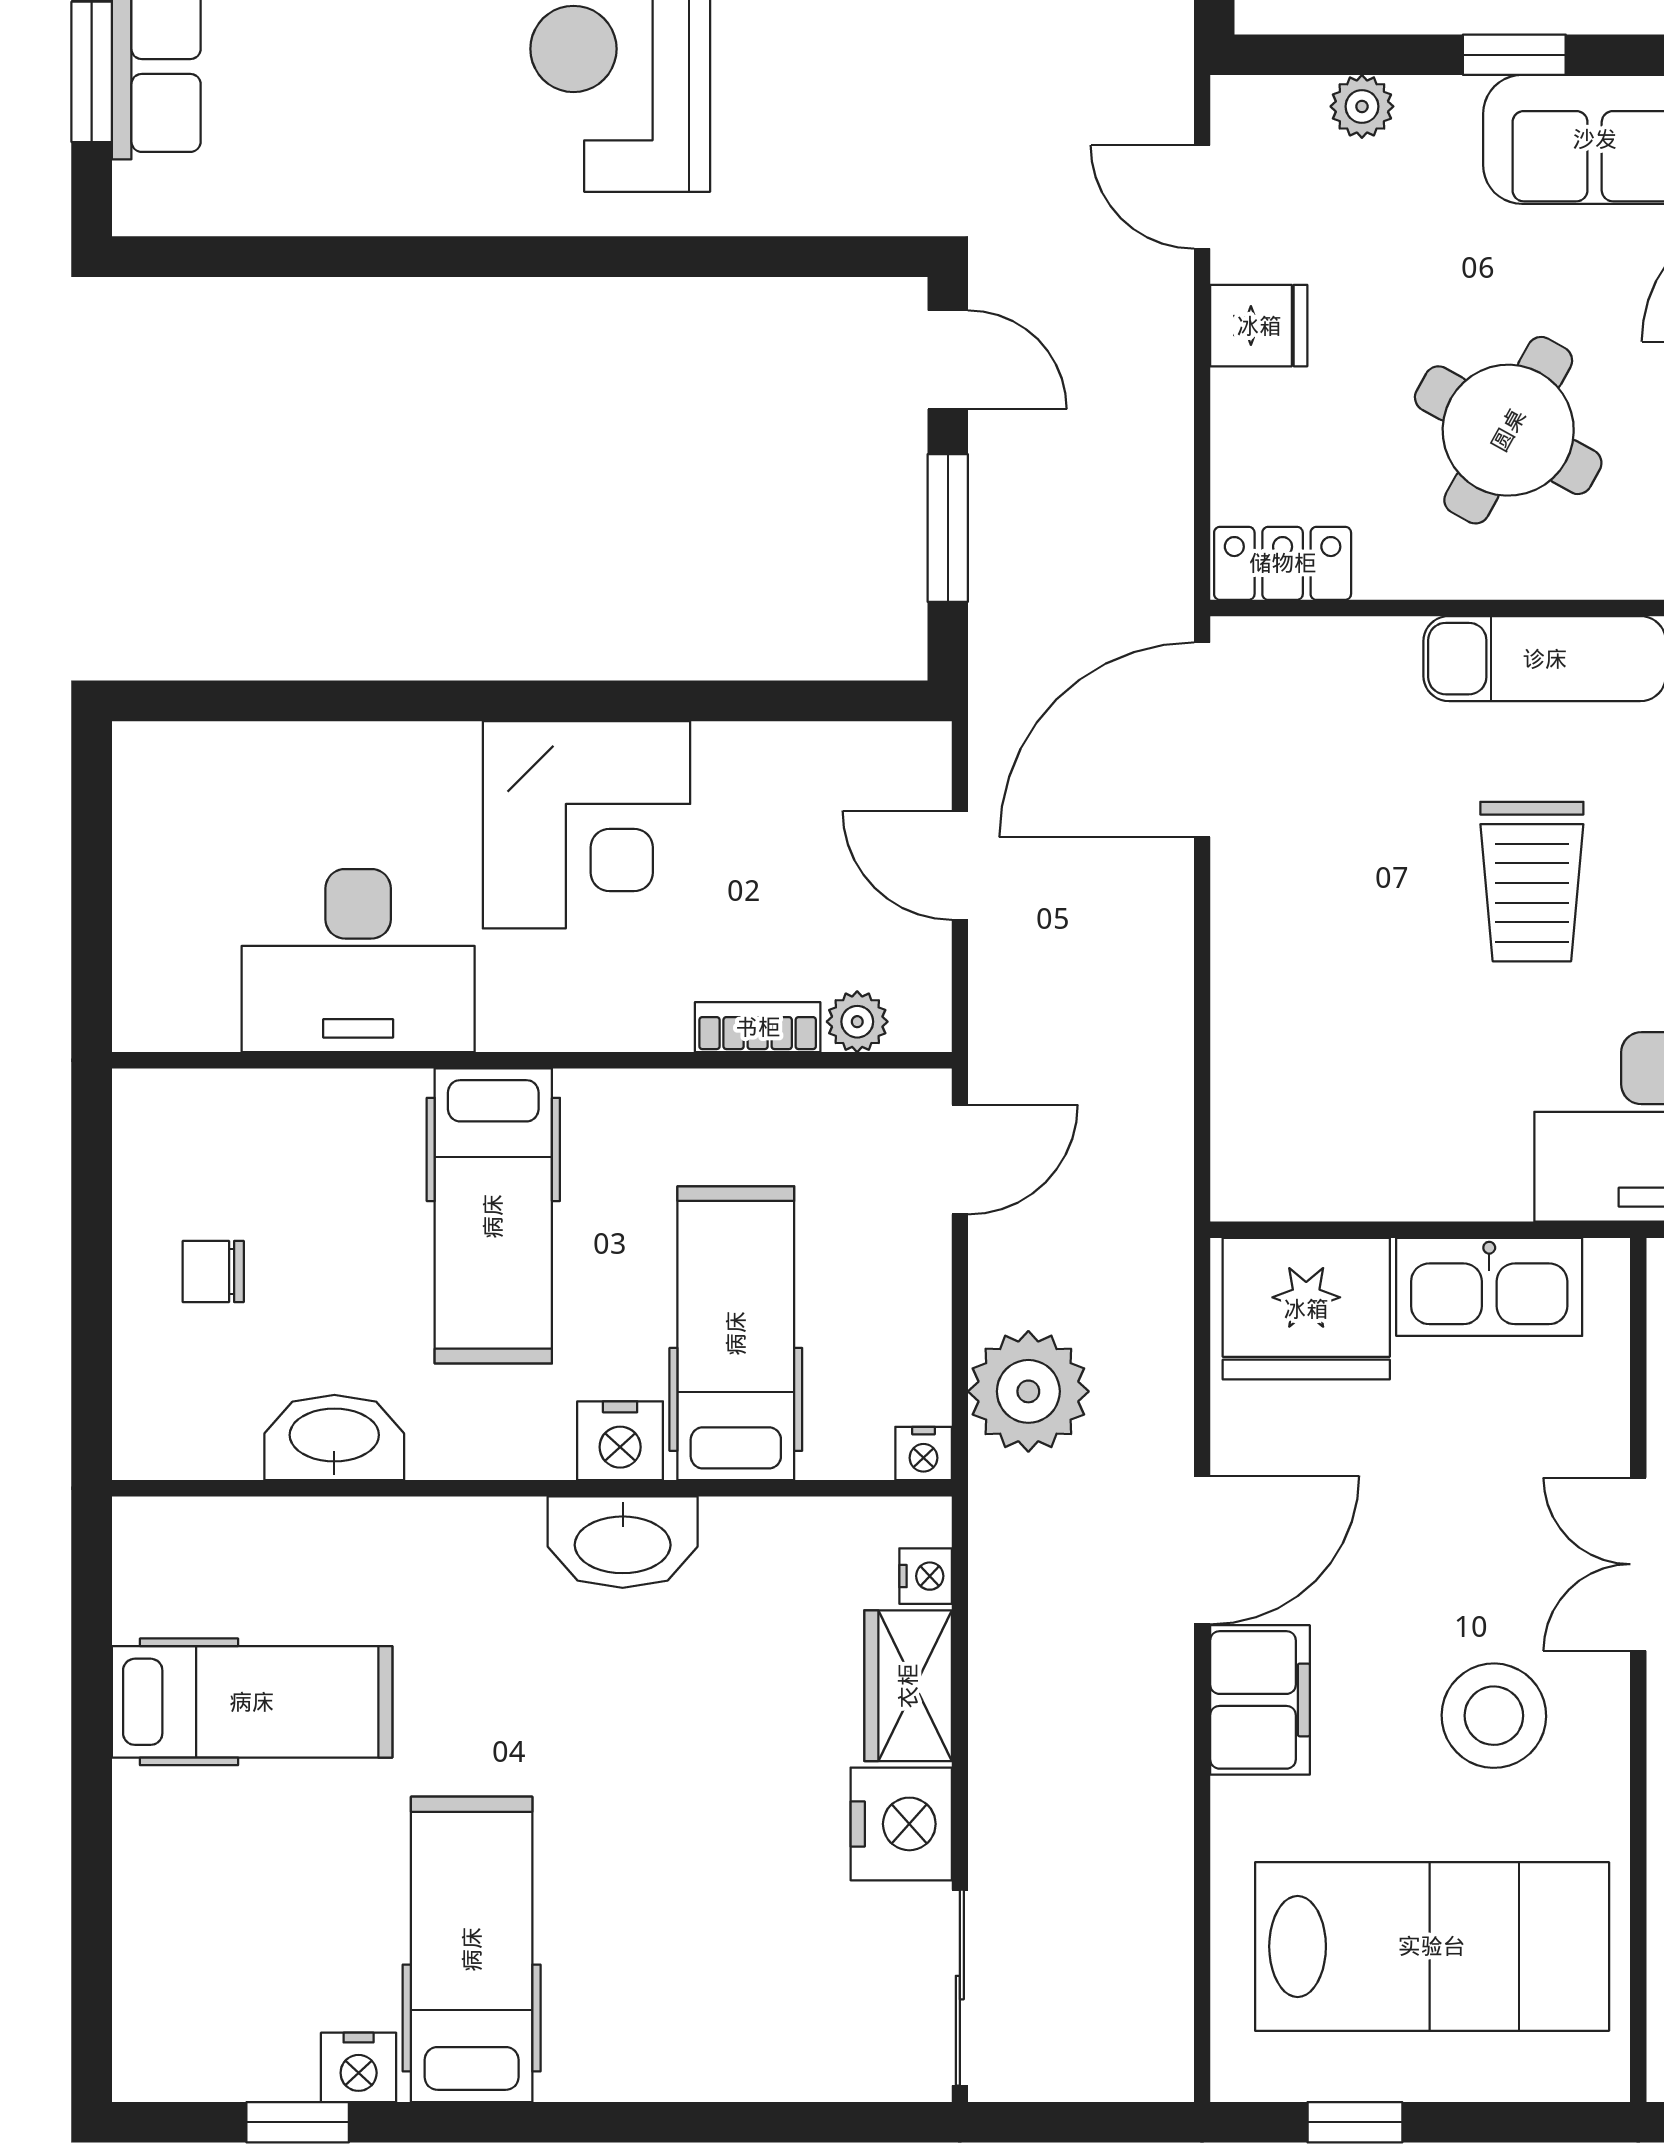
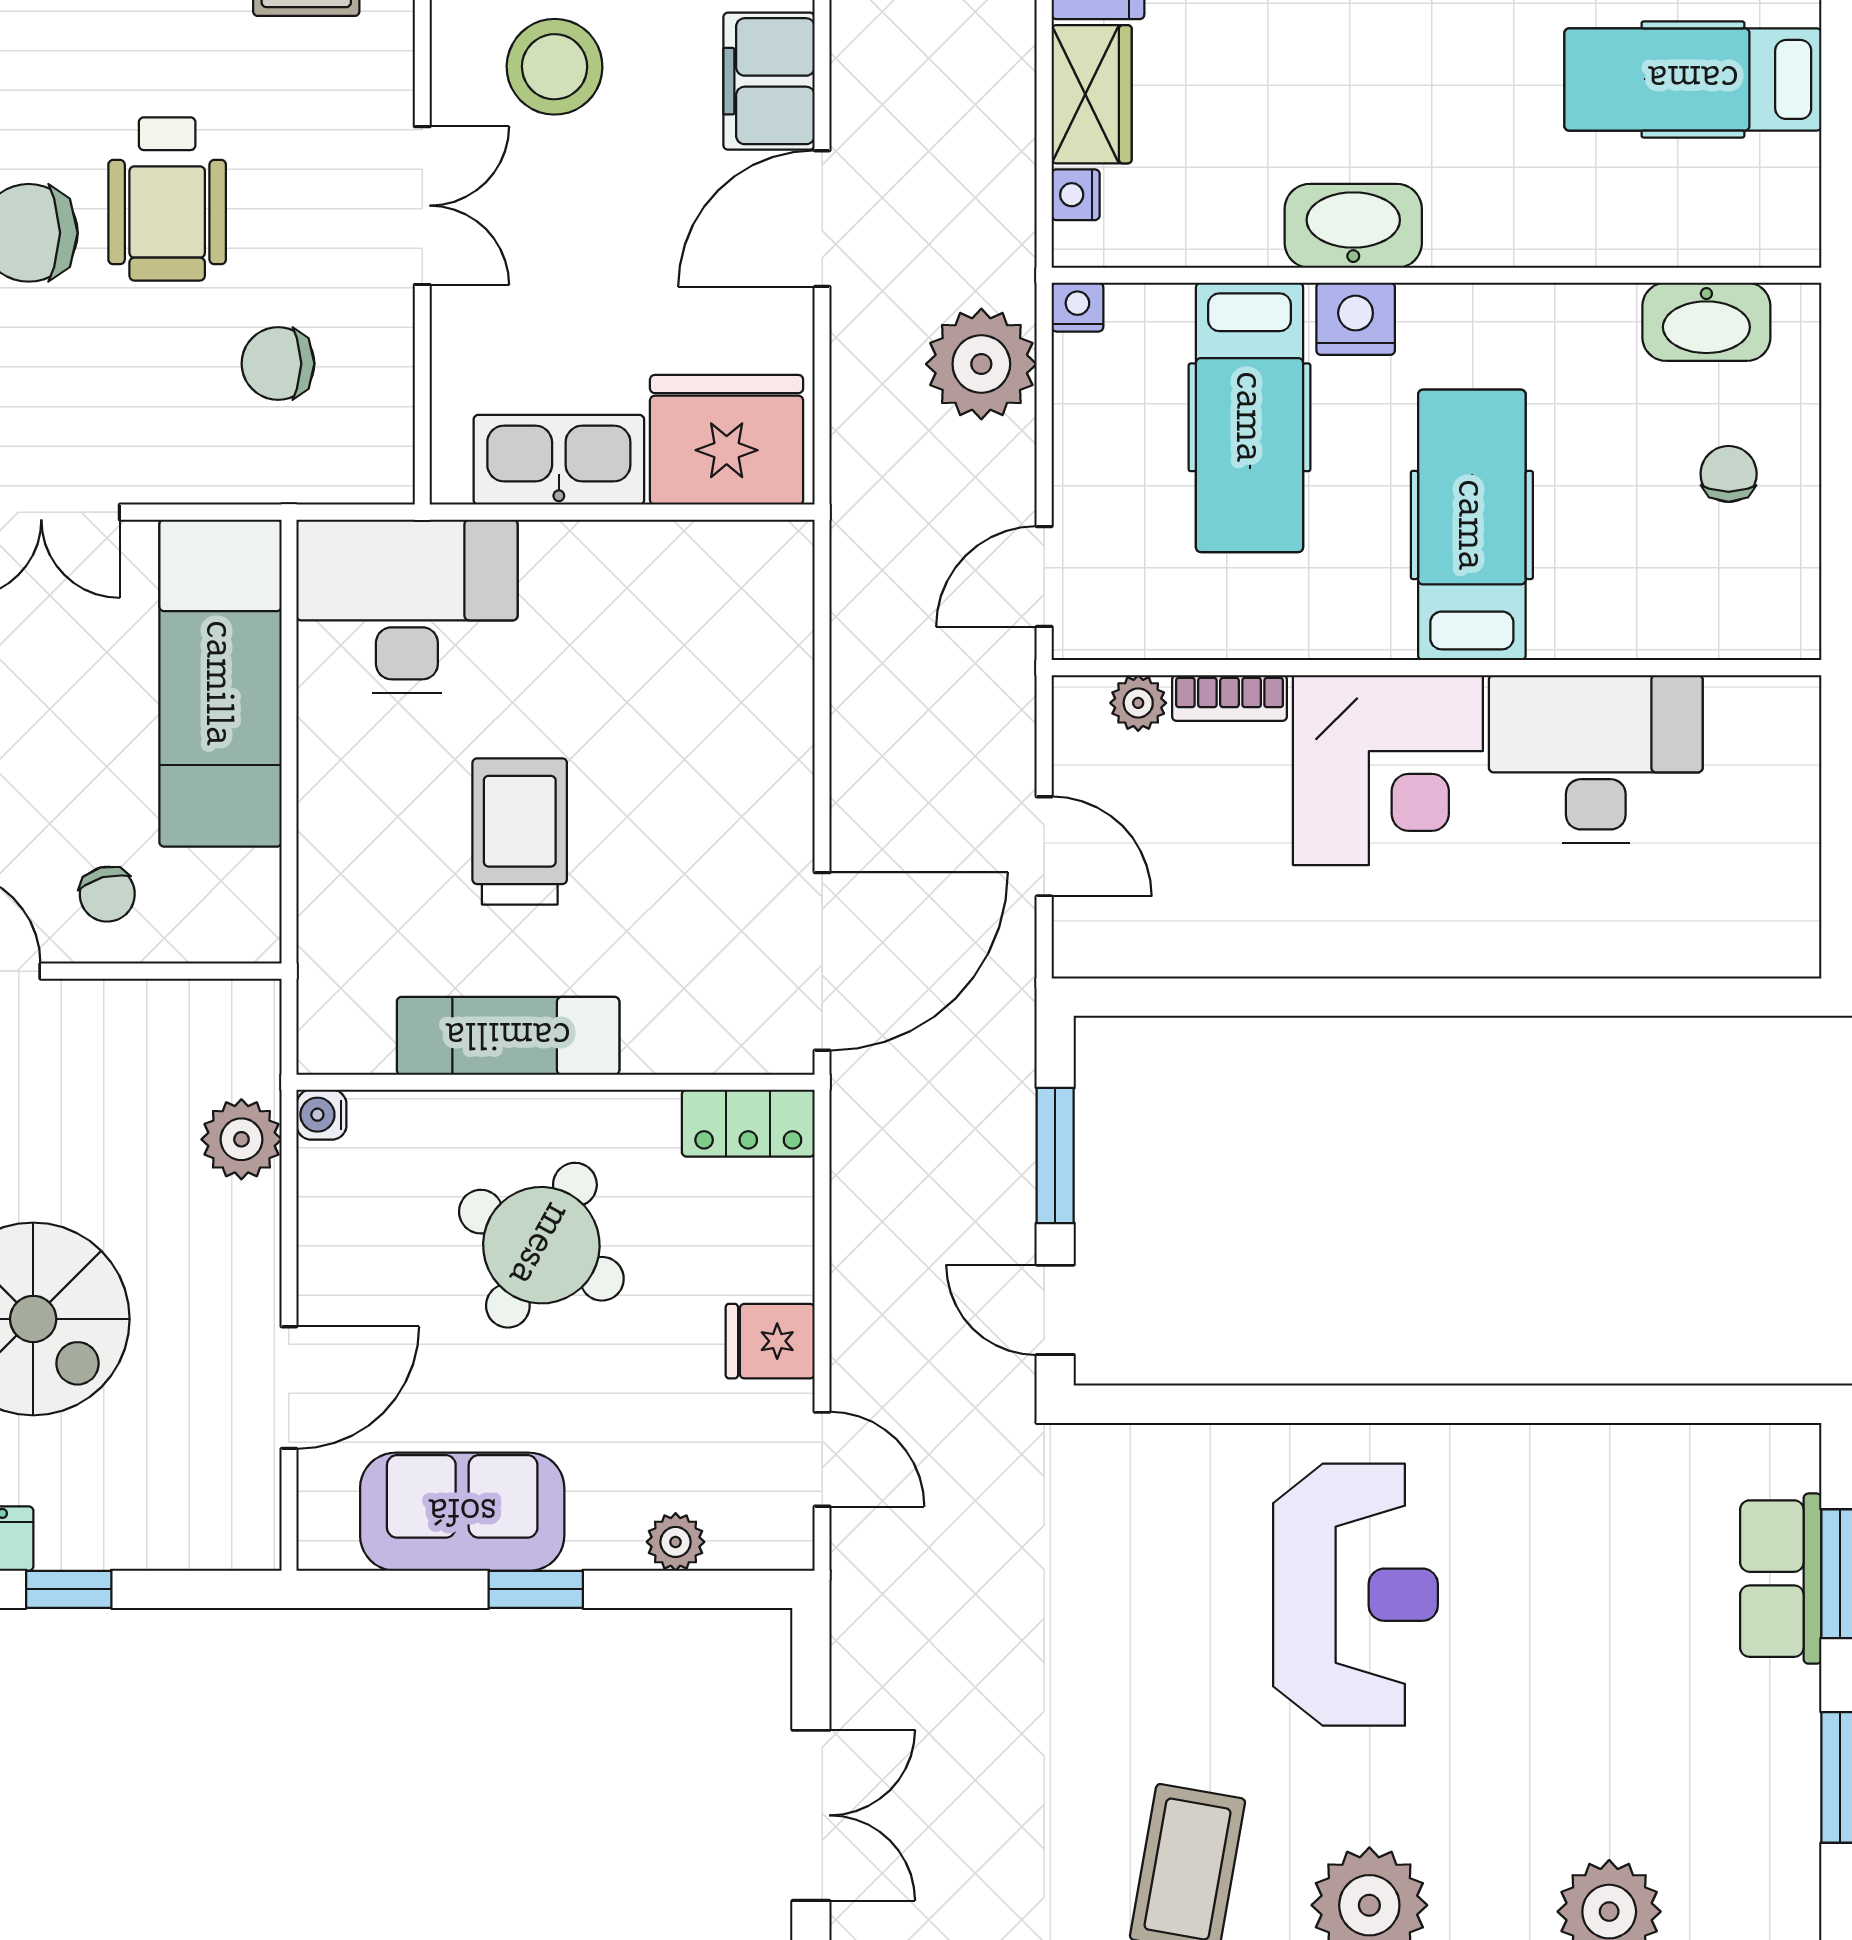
corner desk: (587, 825) -> (1388, 770), moved, turned 180
chair: (213, 1271) -> (1729, 474), turned -90
washbasin: (334, 1438) -> (1706, 322), moved

